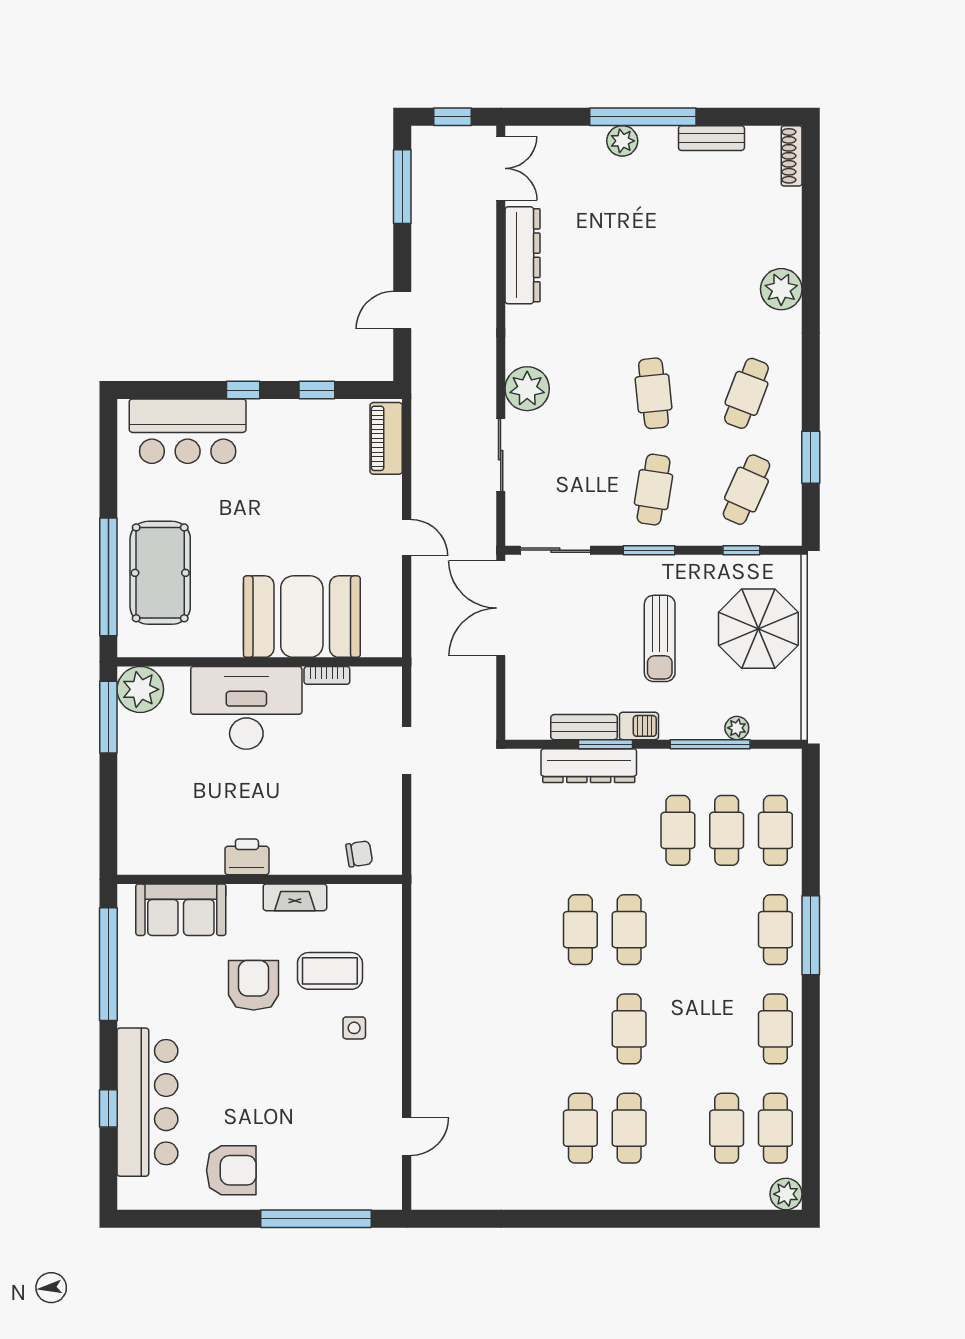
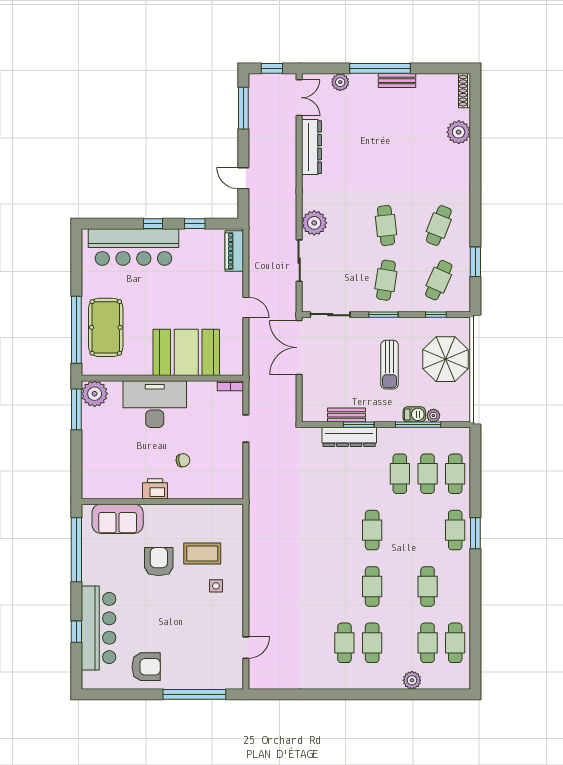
bench: (711, 138) -> (397, 81), moved
plant: (622, 141) -> (340, 82), moved
plant: (781, 289) -> (459, 132), moved
door: (402, 310) -> (243, 178), hinge flipped
bar counter: (188, 431) -> (133, 247), width x1.36
bookcase: (327, 675) -> (230, 386), moved
barbecue: (639, 726) -> (414, 414), moved
chair: (359, 854) -> (183, 460), moved
fireplace: (295, 897) -> (182, 512), removed
cafe table: (580, 930) -> (344, 530), removed
window: (811, 935) -> (475, 533), width x0.69
cafe table: (775, 1029) -> (428, 586), moved
plant: (786, 1194) -> (412, 680), moved

